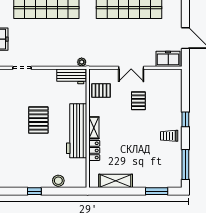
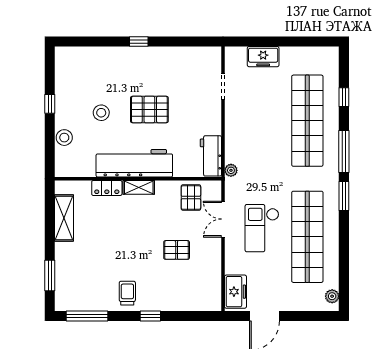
checkout: (123, 40) -> (262, 228), added
double door: (131, 68) -> (223, 219), moved
stool: (41, 154) -> (101, 113), added

